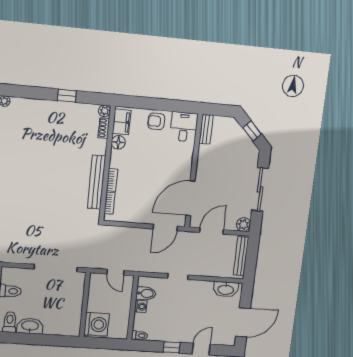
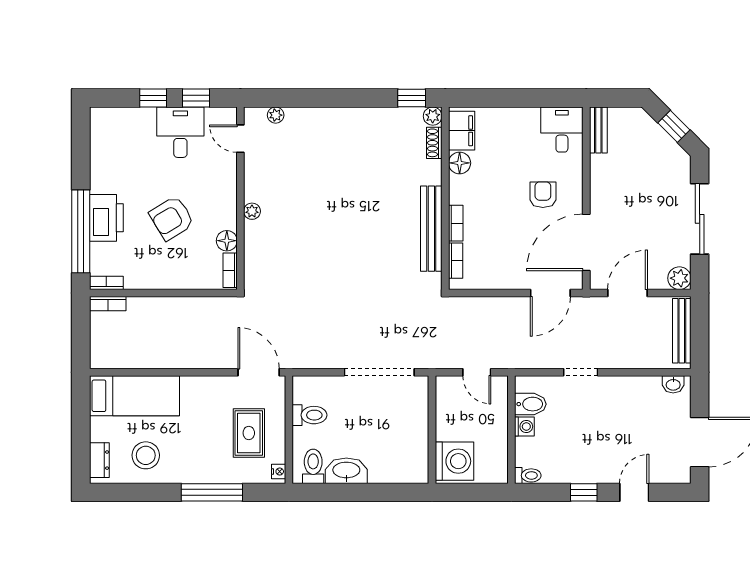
window: (67, 96) -> (412, 98), moved
armchair: (156, 121) -> (543, 195), moved, turned 90
washbasin: (226, 289) -> (673, 384), width x0.52, depth x0.69

